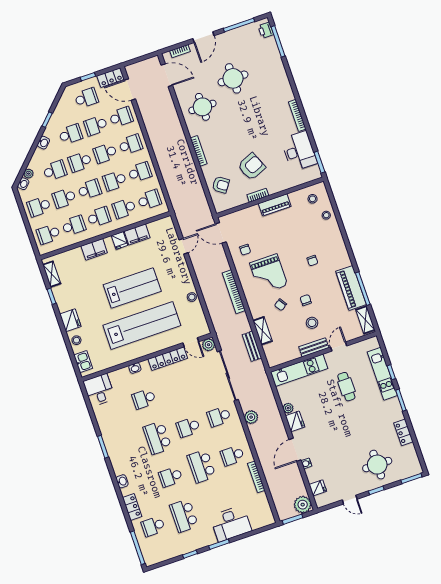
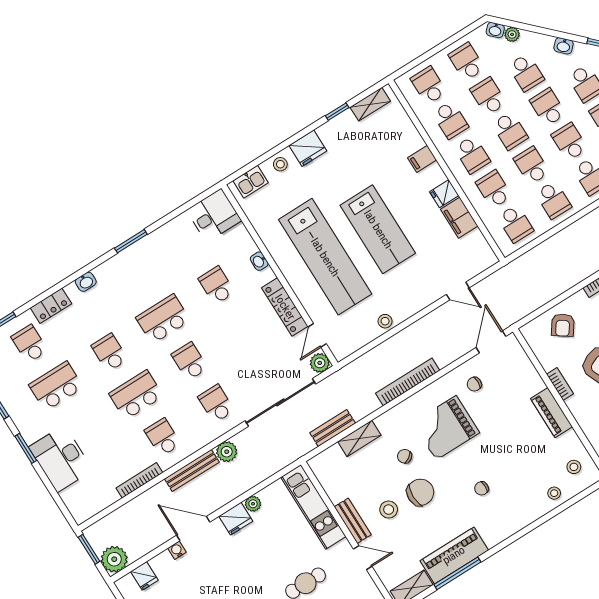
filing cabinet: (94, 249) -> (422, 159), width x0.50
chair: (306, 300) -> (420, 492), width x1.87, depth x1.87
bench: (258, 442) -> (192, 470), added

